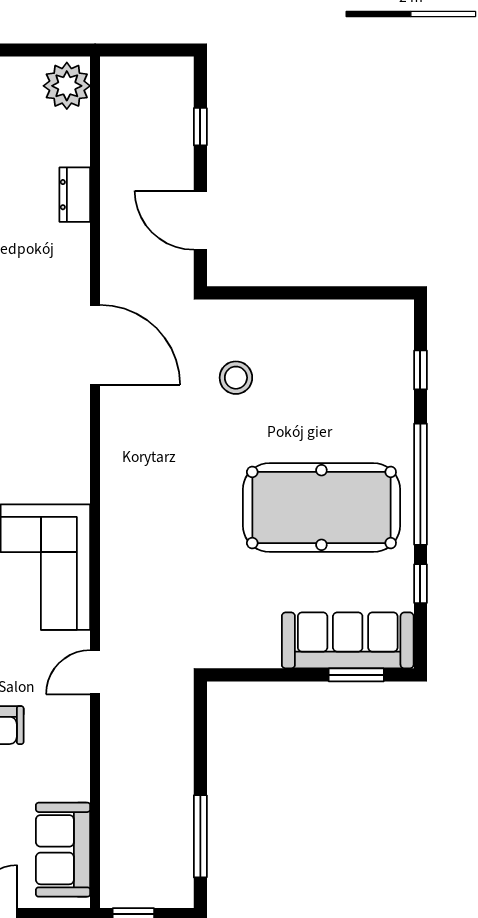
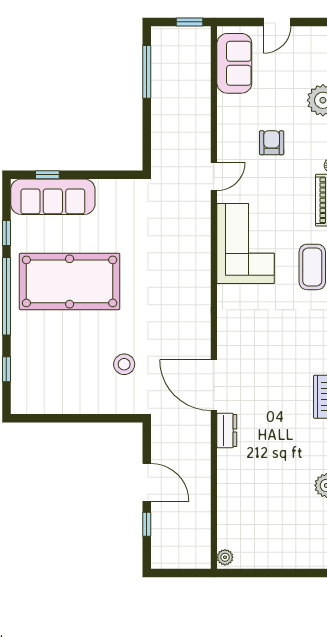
plant: (67, 86) -> (225, 557), width x0.53, depth x0.53
dresser: (75, 195) -> (227, 431), moved
door: (200, 220) -> (147, 482), moved
window: (356, 675) -> (47, 175), width x0.67

